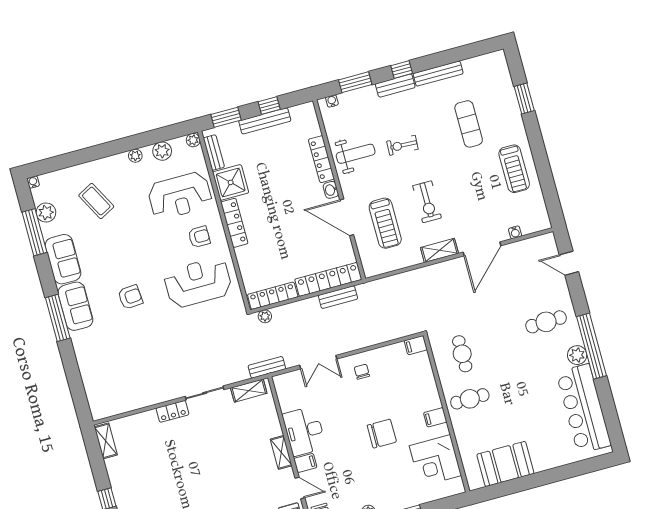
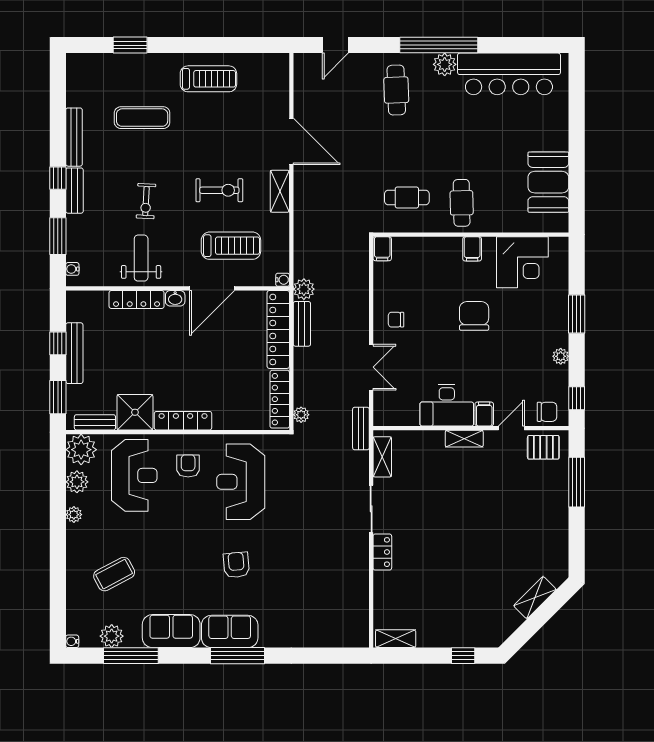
plant: (193, 140) -> (81, 450), width x1.88, depth x1.88
water cooler: (515, 232) -> (283, 280), moved
plant: (366, 291) -> (304, 289), added

